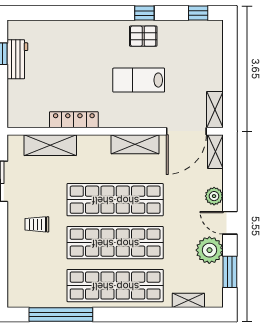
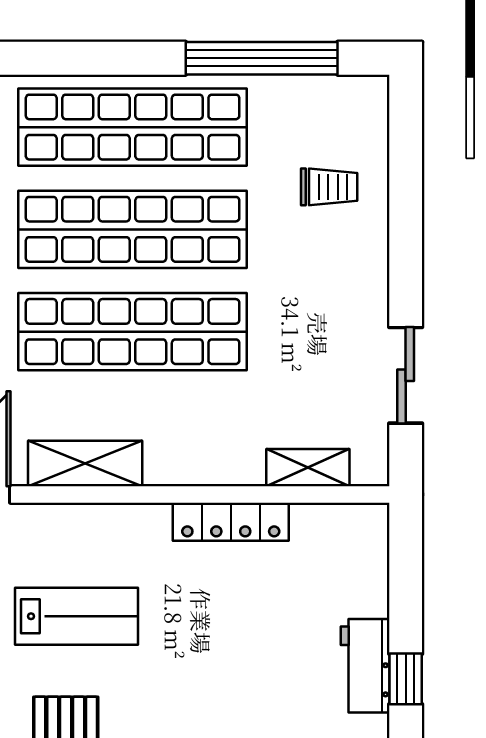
shelving: (50, 145) -> (308, 468), width x0.67, depth x0.75
trolley: (37, 224) -> (329, 187), moved

